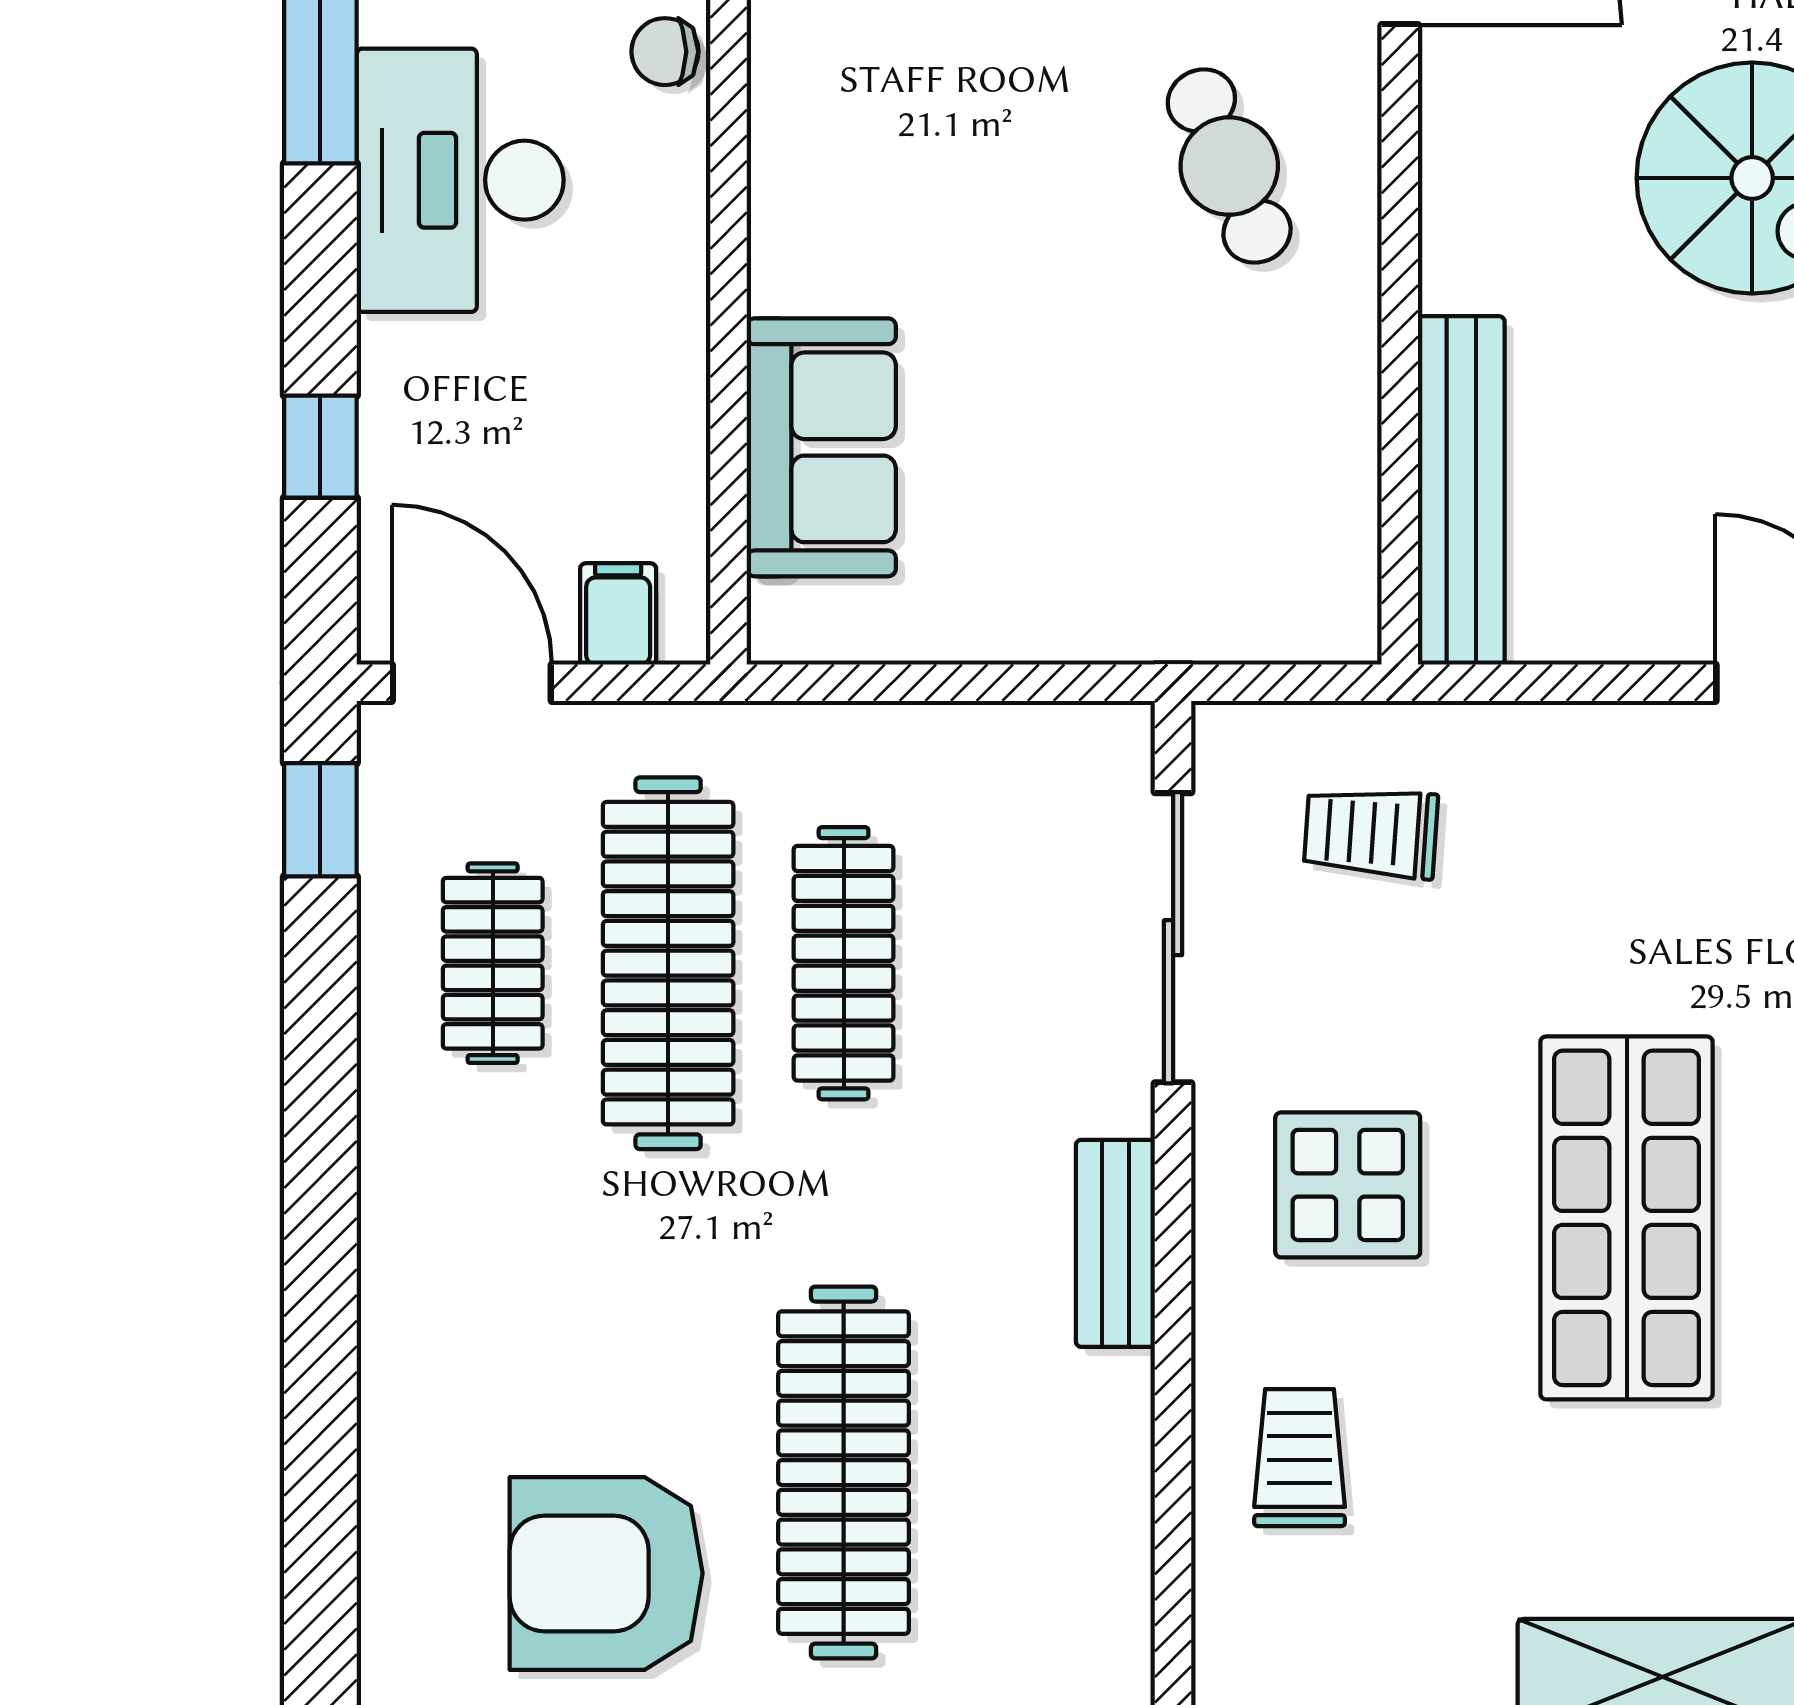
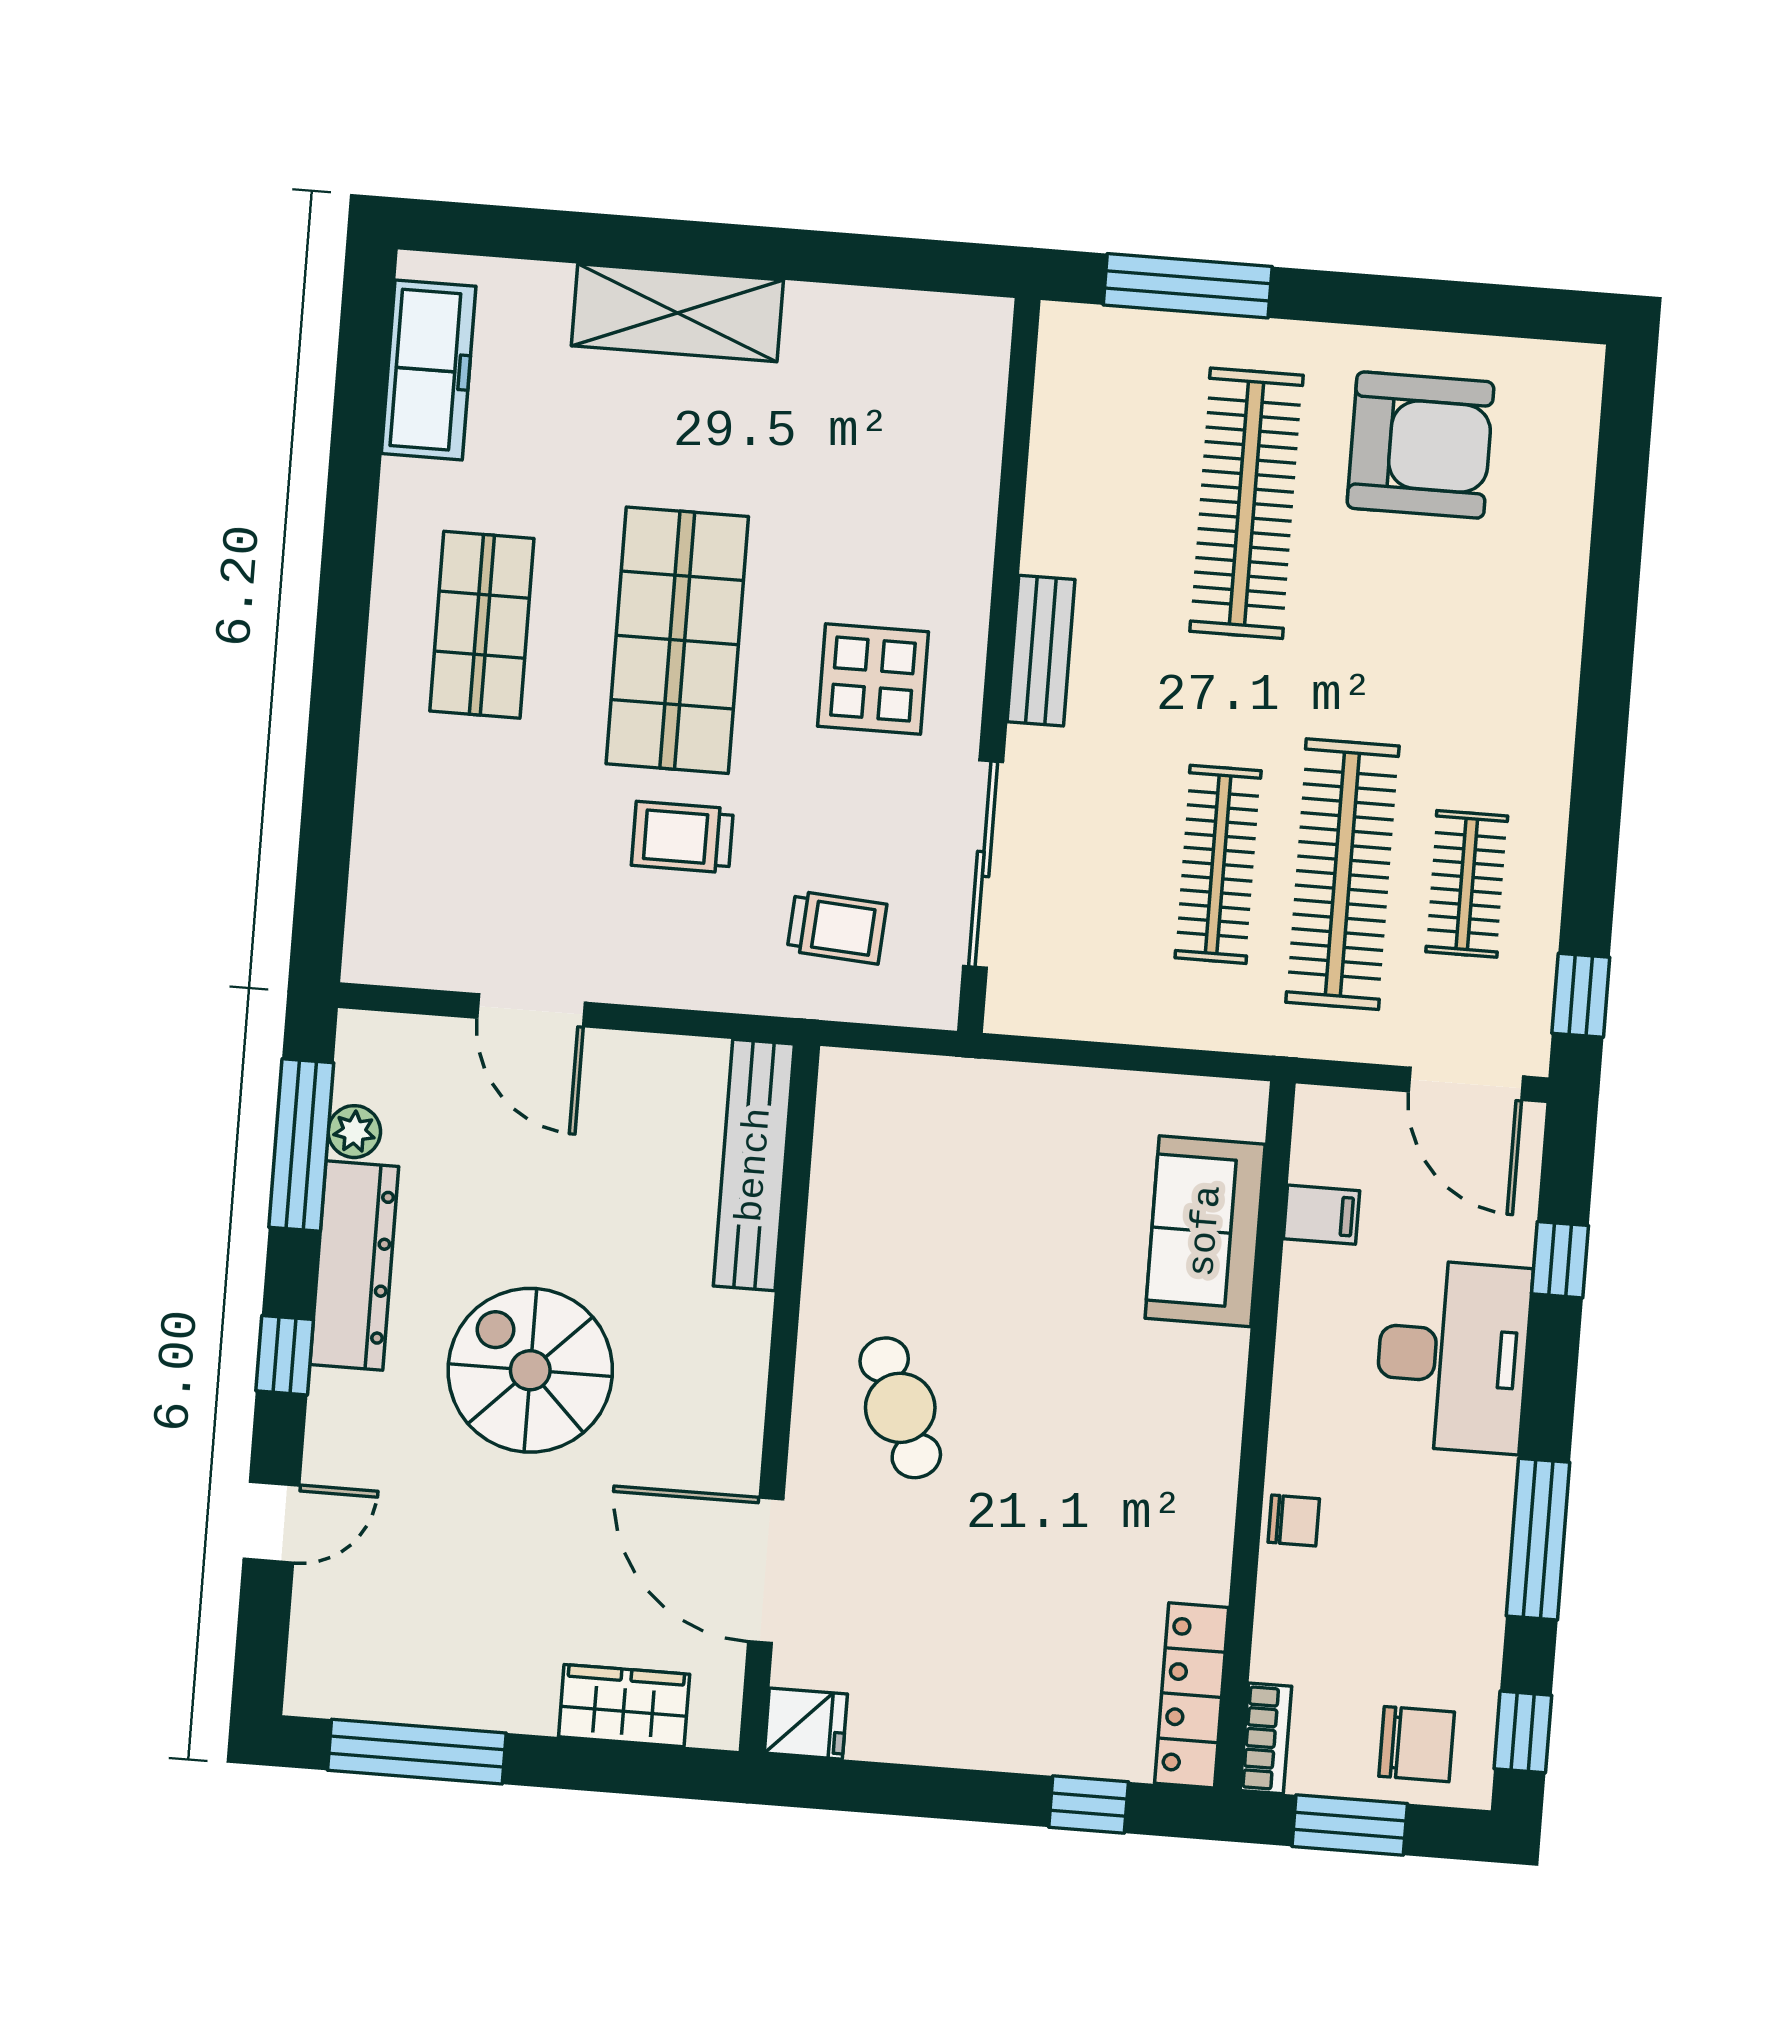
desk: (460, 180) -> (1453, 1356), moved
filing cabinet: (618, 614) -> (1322, 1215), moved, turned -90
trolley: (1300, 1458) -> (682, 837), moved, turned 90

